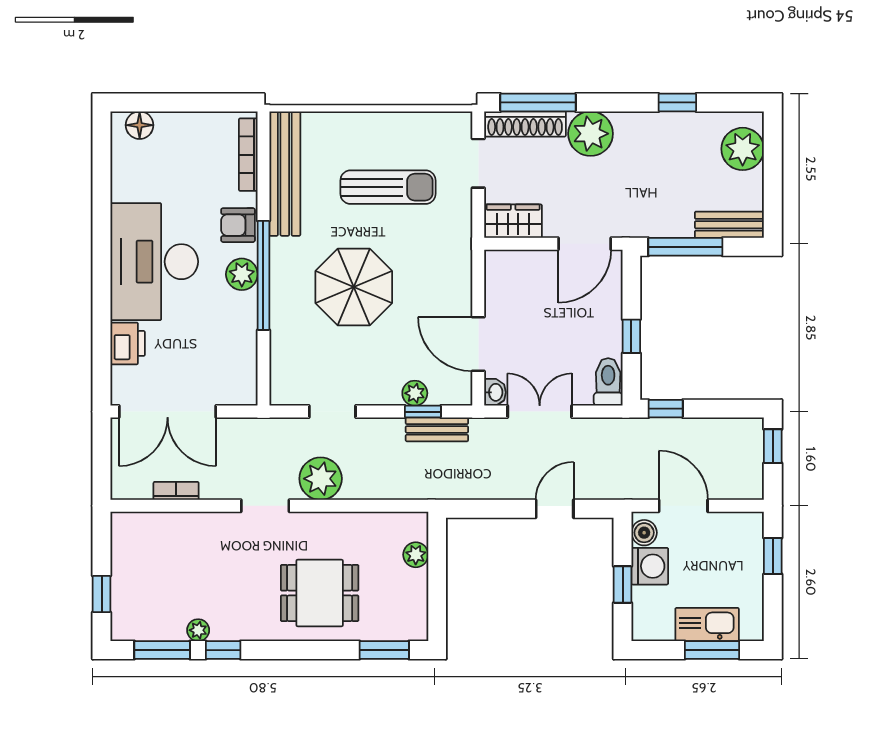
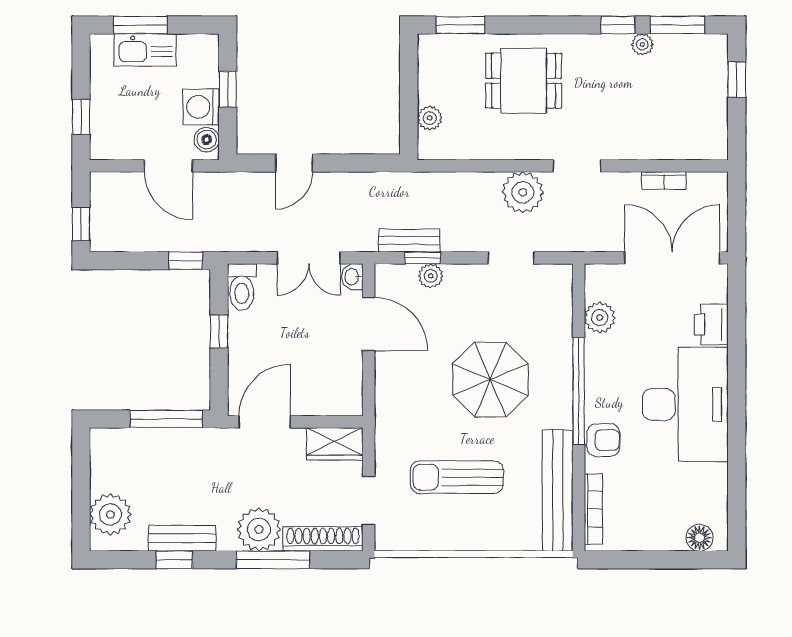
window: (538, 102) -> (273, 560), moved
bench: (729, 225) -> (182, 538), moved
plant: (242, 274) -> (600, 318), moved

